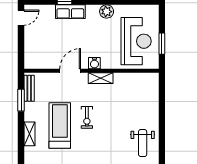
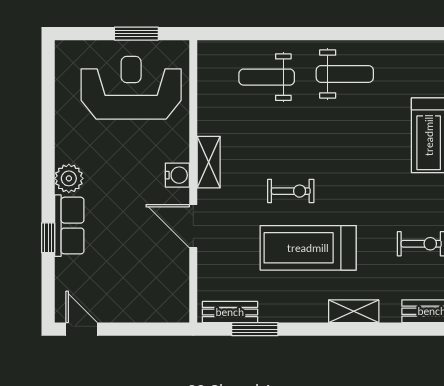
plant: (107, 12) -> (69, 178), moved
weight bench: (141, 106) -> (267, 77), added
shelving: (30, 134) -> (354, 311), moved

